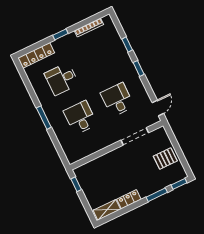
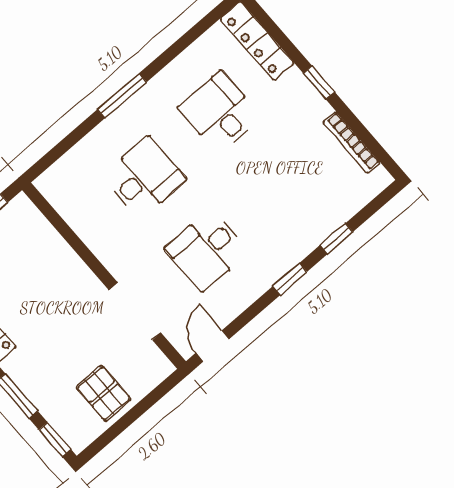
desk: (117, 100) -> (207, 250), turned 180
door: (158, 108) -> (212, 346), swing flipped

